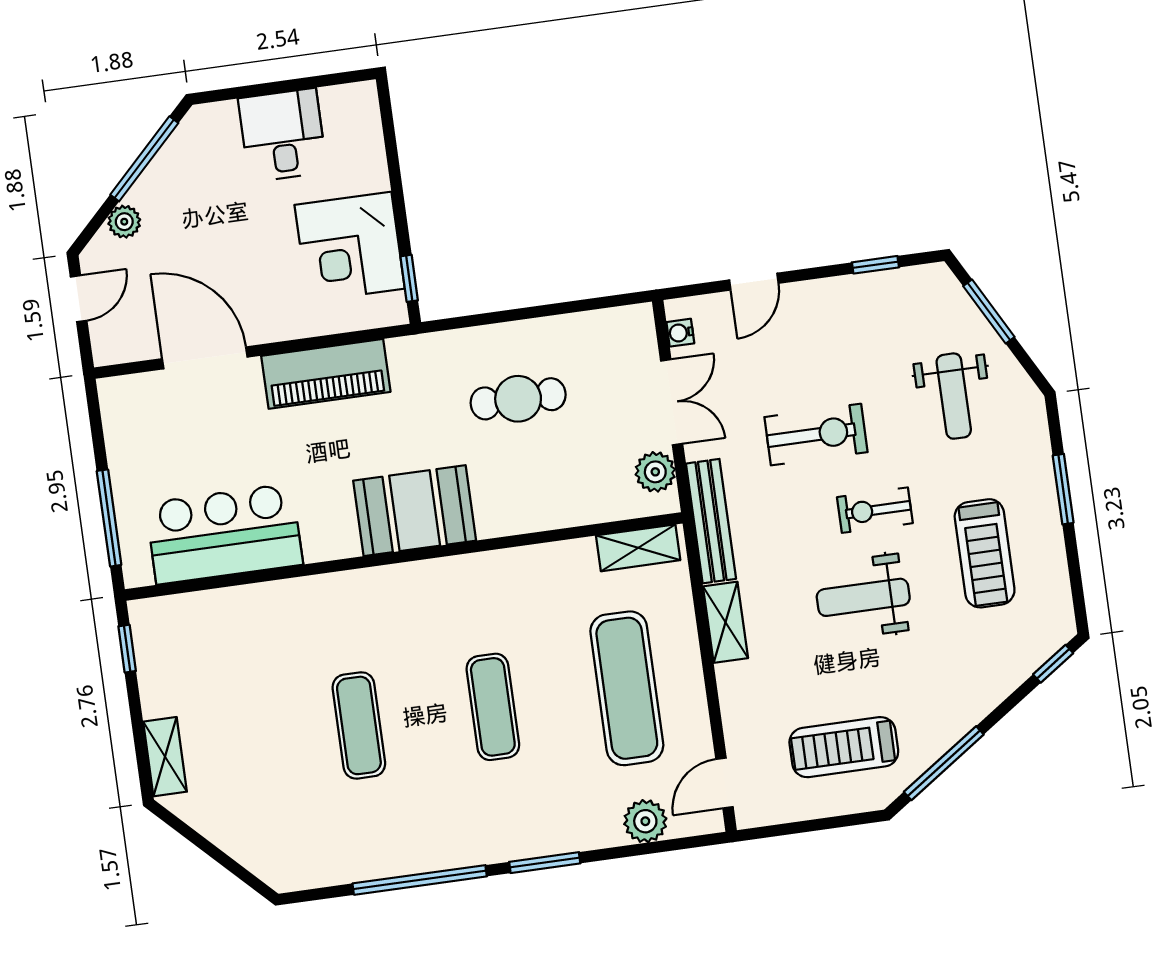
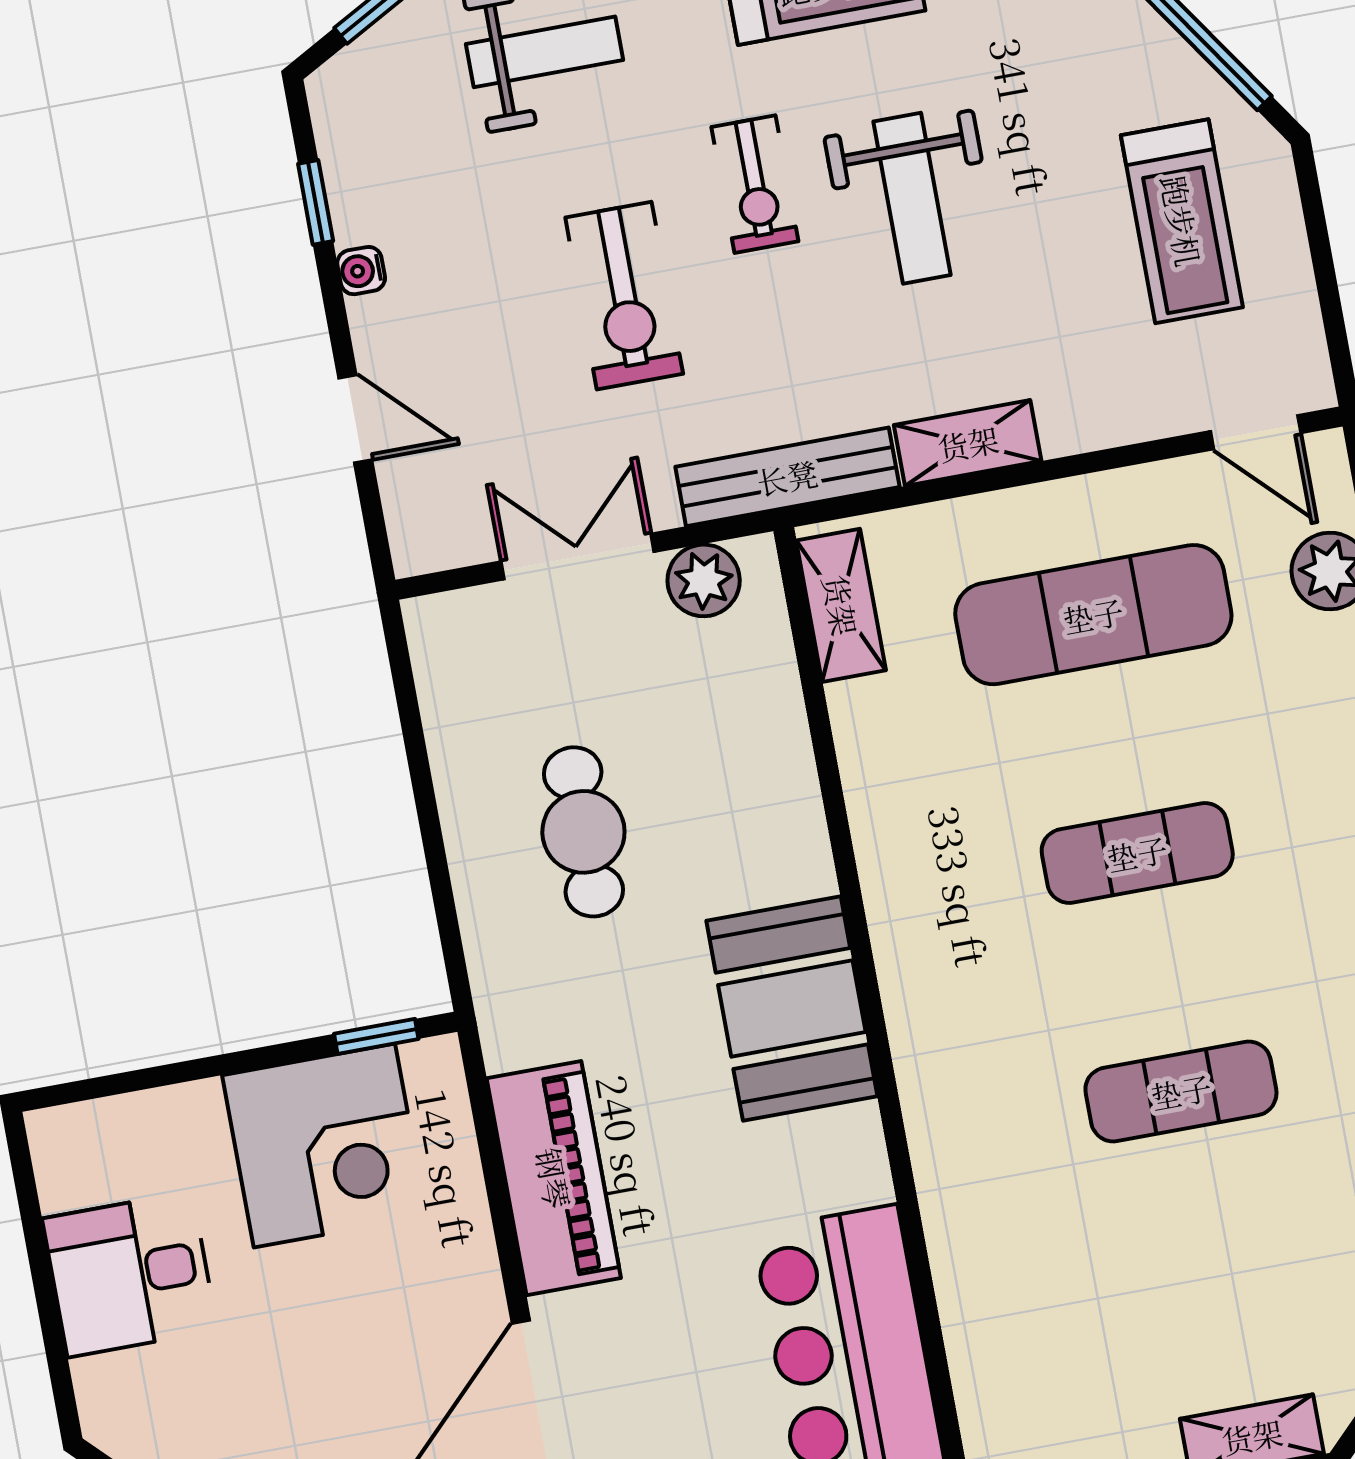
water cooler: (680, 333) -> (361, 271), moved, turned 90
exercise bike: (816, 435) -> (624, 296), turned 180

